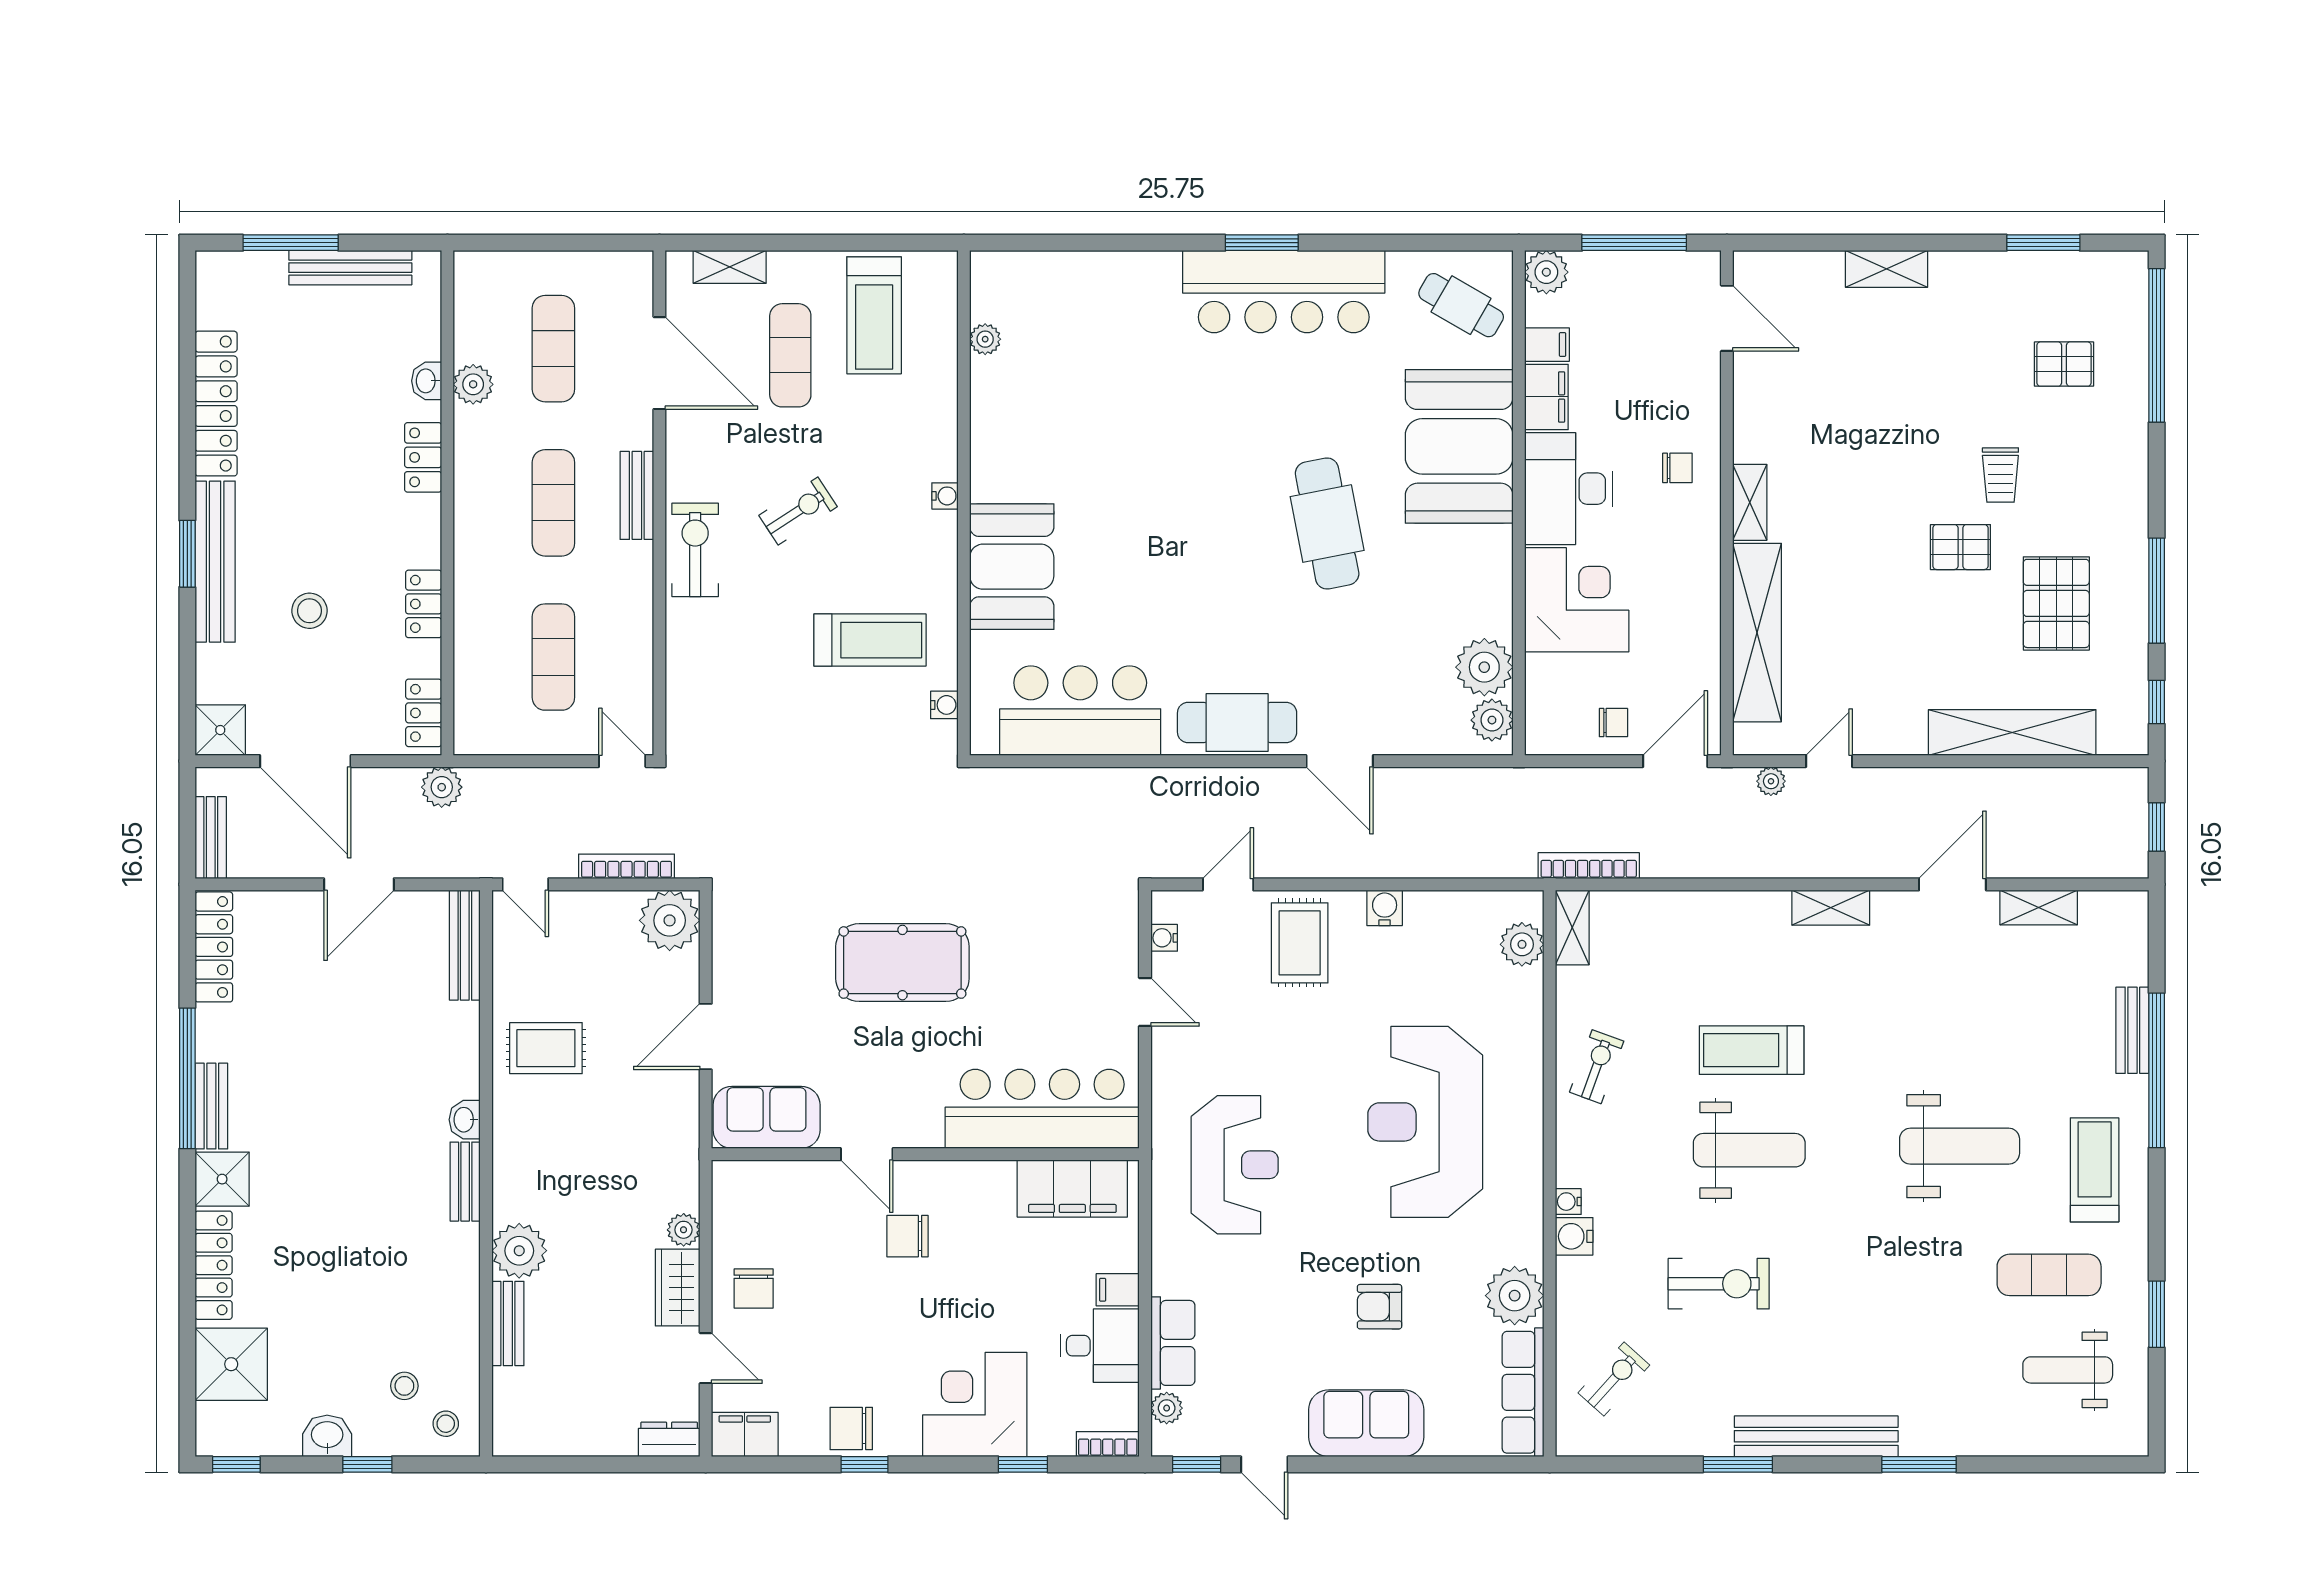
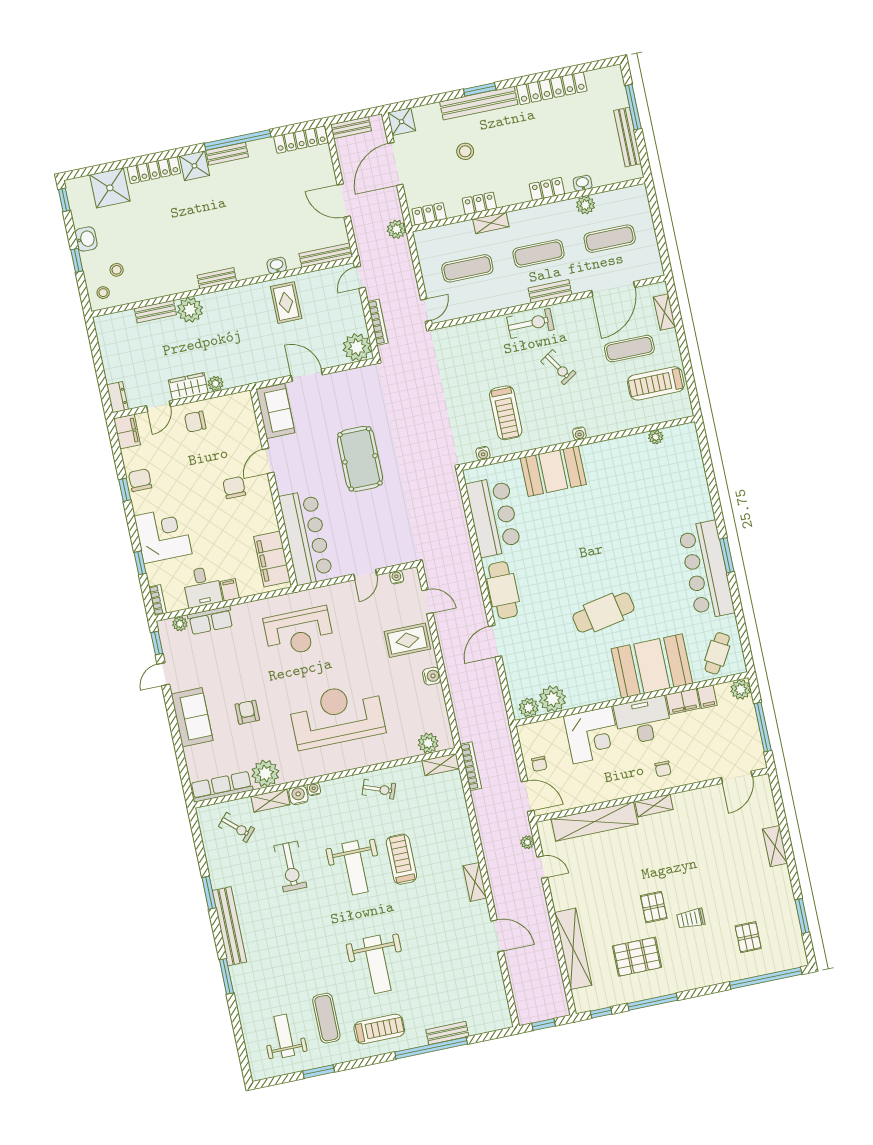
shelving: (469, 588) -> (491, 223), added
shelving: (2039, 908) -> (270, 800), moved, turned 90
washbasin: (465, 1120) -> (277, 265), moved

